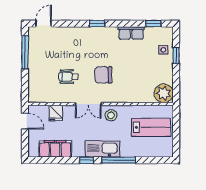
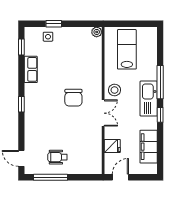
wheelchair: (68, 77) -> (57, 157), moved, turned 90
plant: (164, 93) -> (97, 32), width x0.53, depth x0.53

